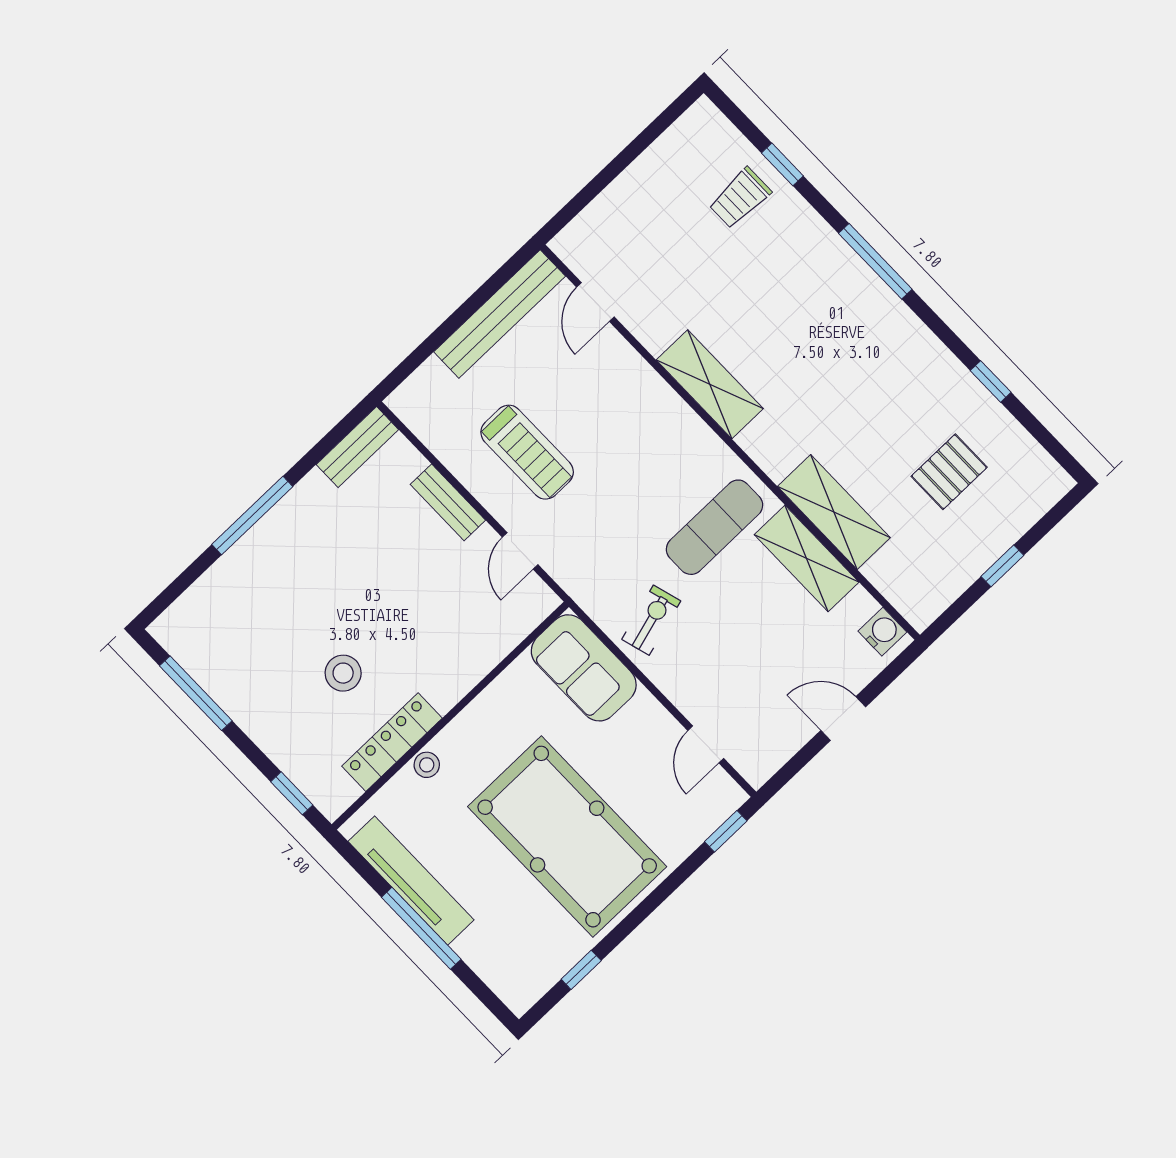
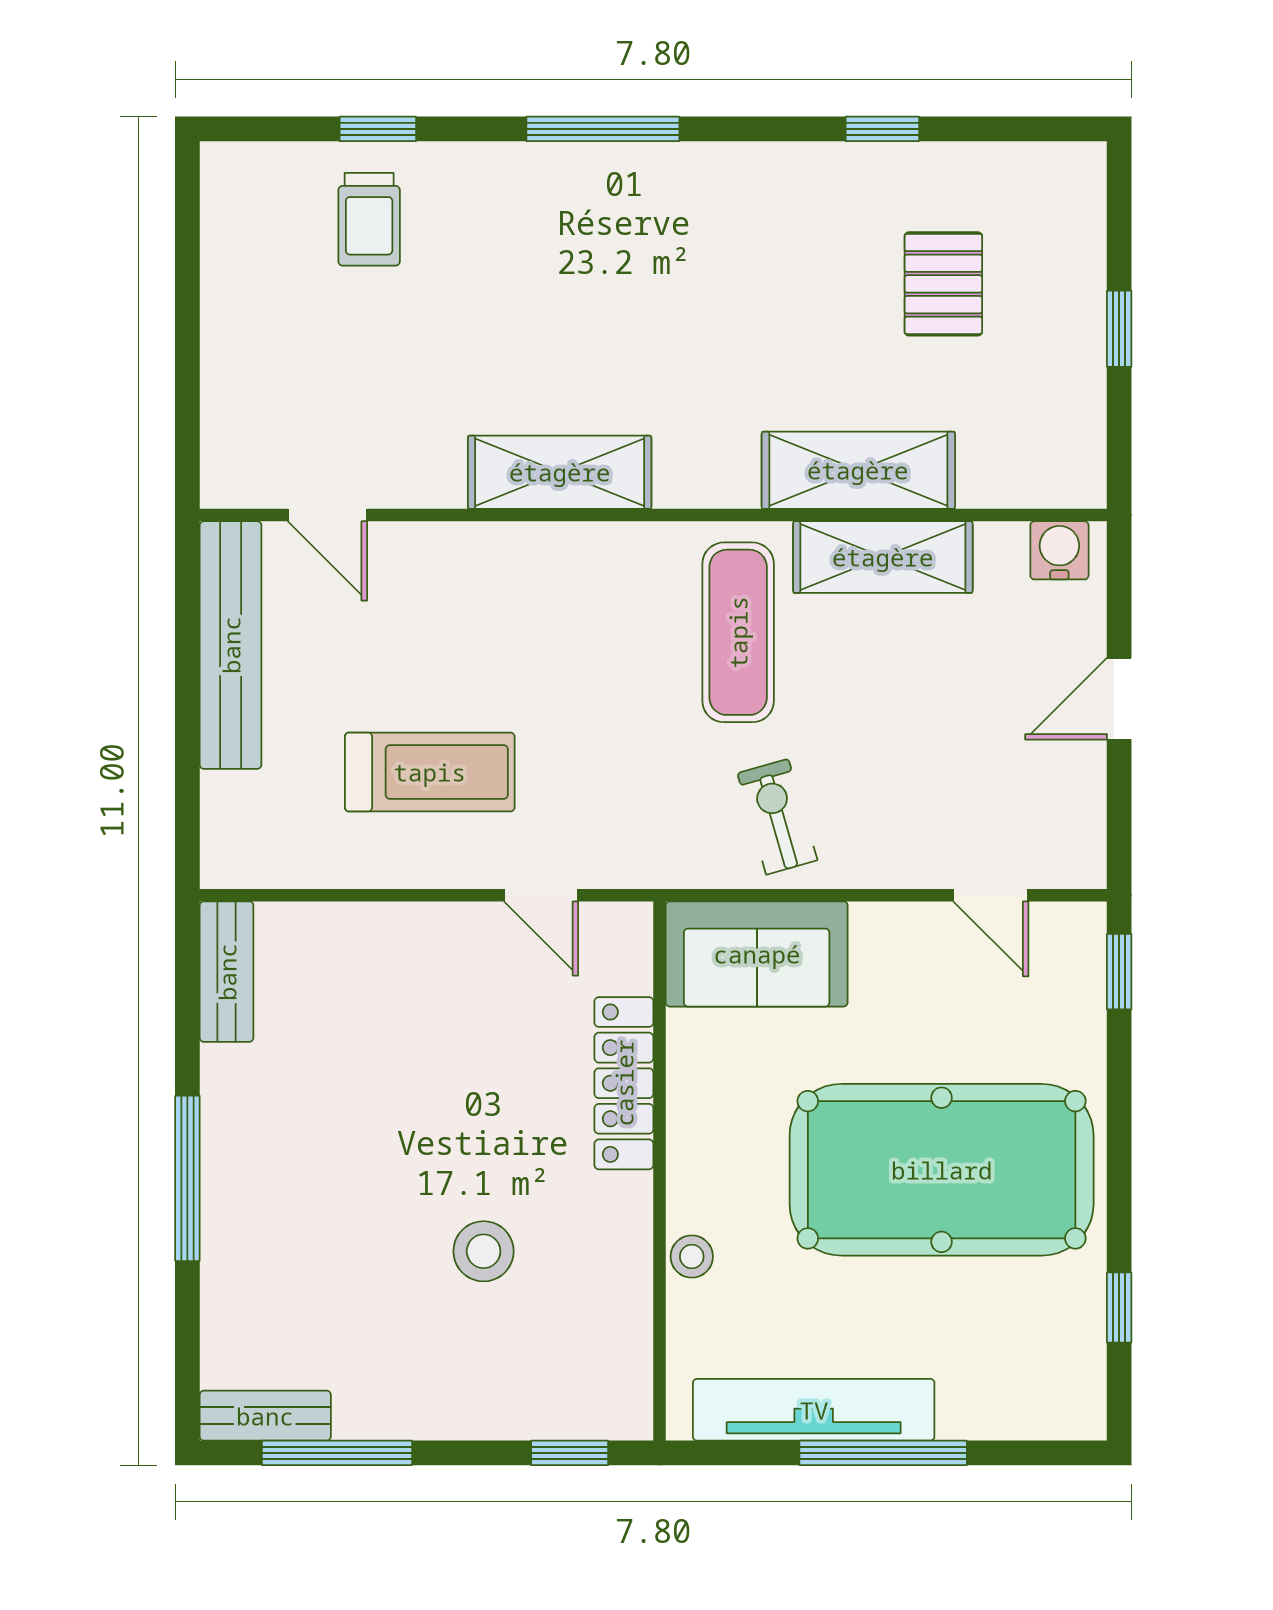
bench: (448, 502) -> (265, 1416), moved
locker: (392, 742) -> (624, 1083), moved

